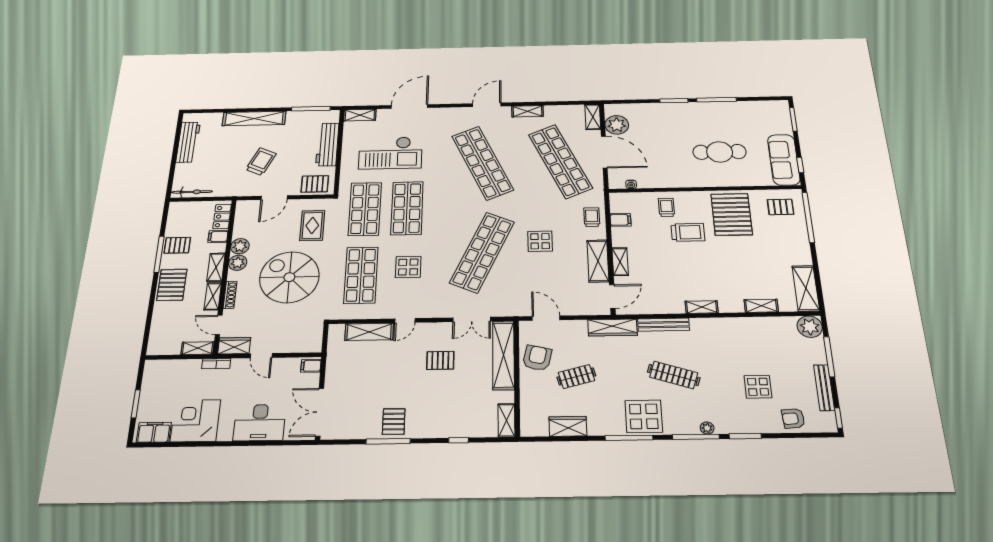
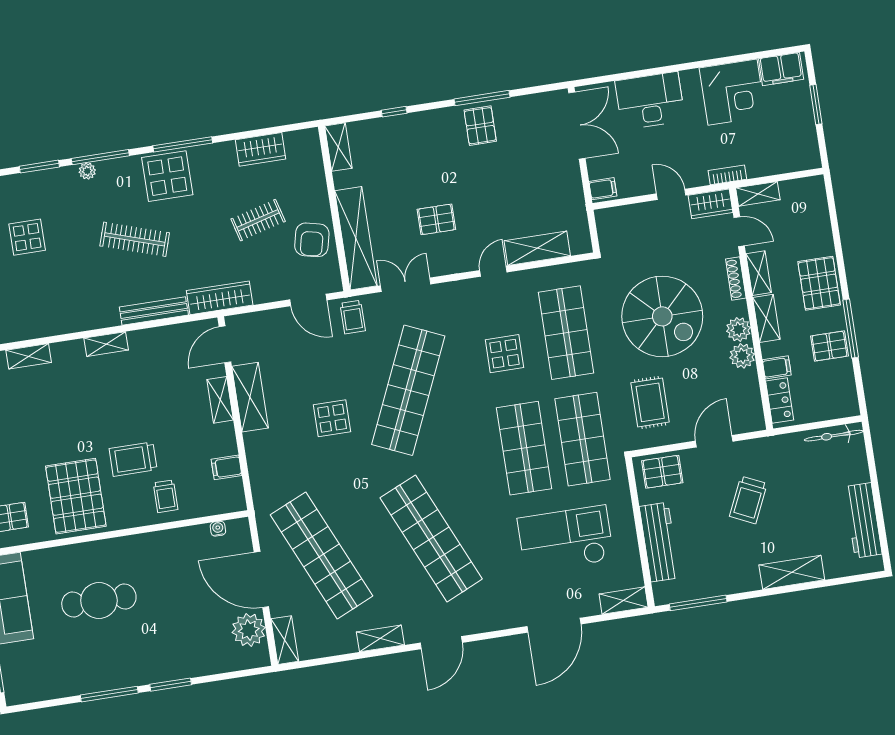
shelving: (254, 118) -> (792, 572), width x0.68
trolley: (592, 217) -> (353, 317), moved

